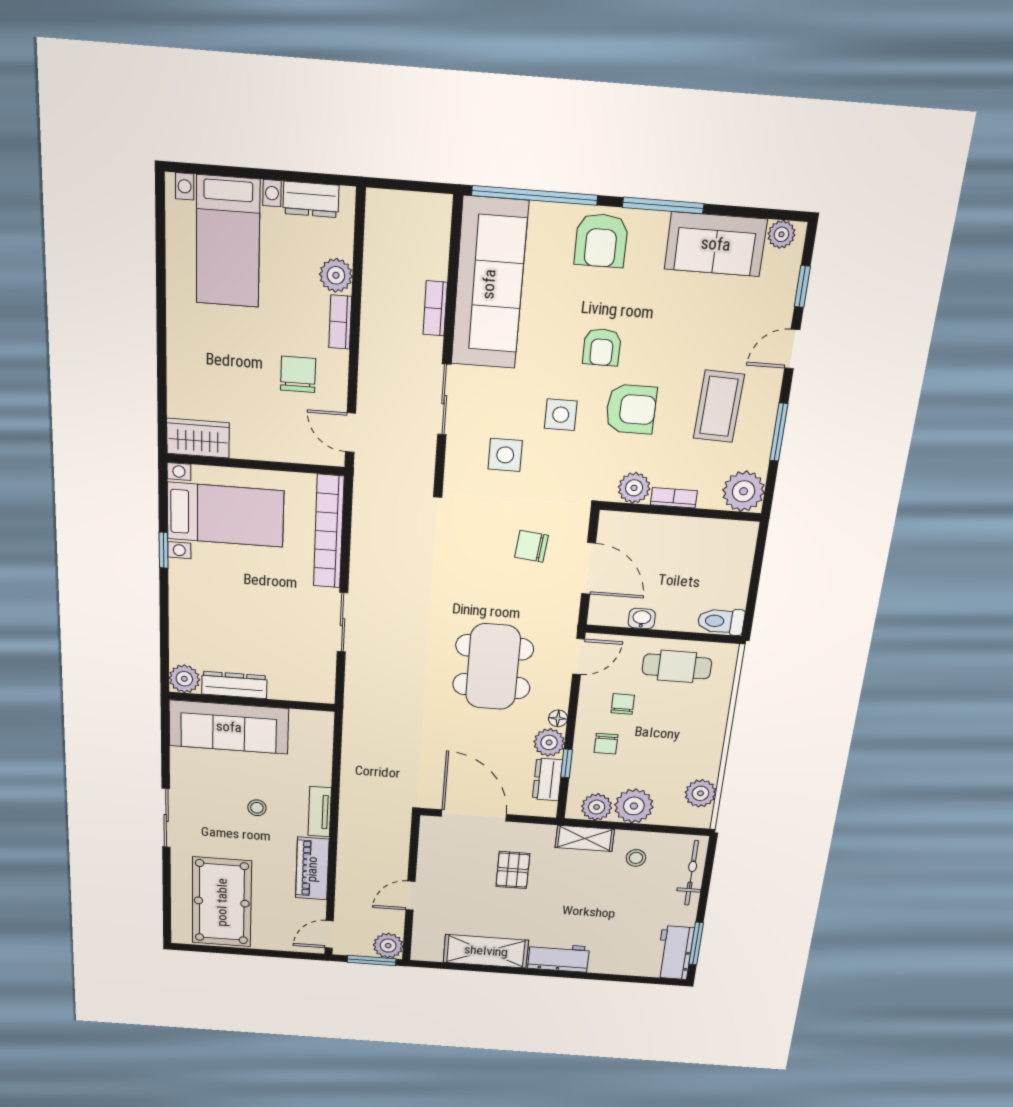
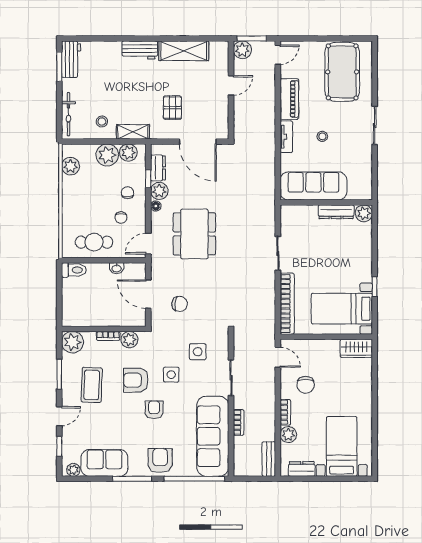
bench: (378, 226) -> (269, 459), added
sofa: (229, 727) -> (313, 186), moved

